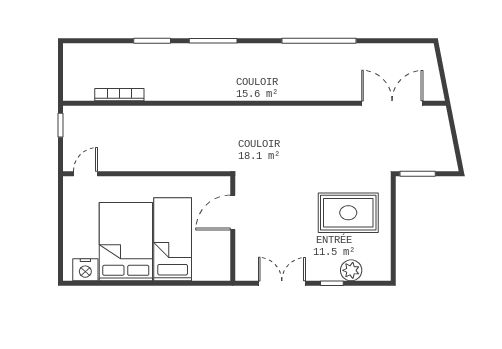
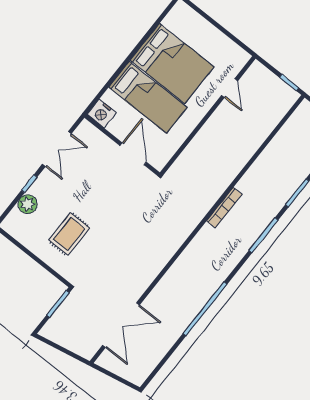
bookcase: (119, 95) -> (224, 208), moved
door: (86, 174) -> (230, 88), moved
rug: (348, 213) -> (69, 234), width x0.73, depth x0.70
nightstand: (85, 270) -> (102, 114), moved, turned -90

